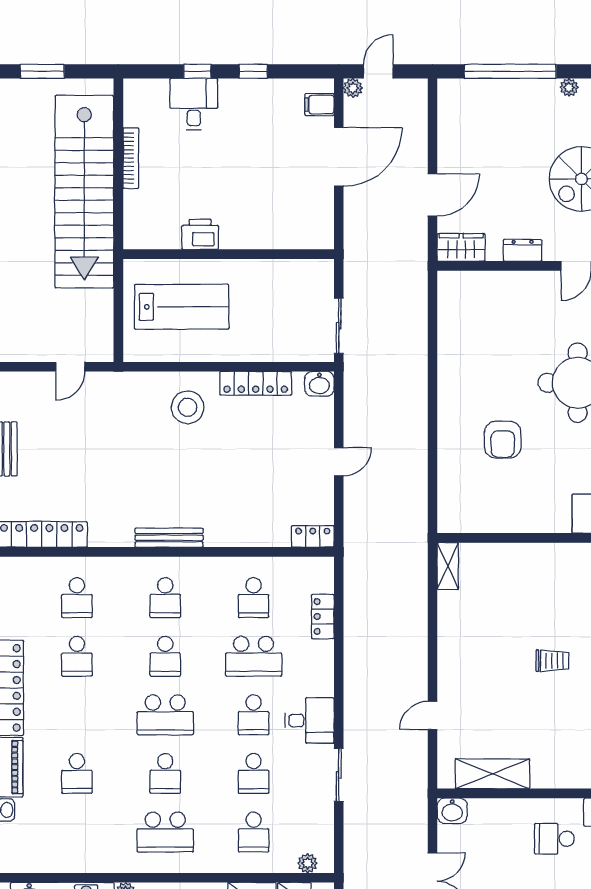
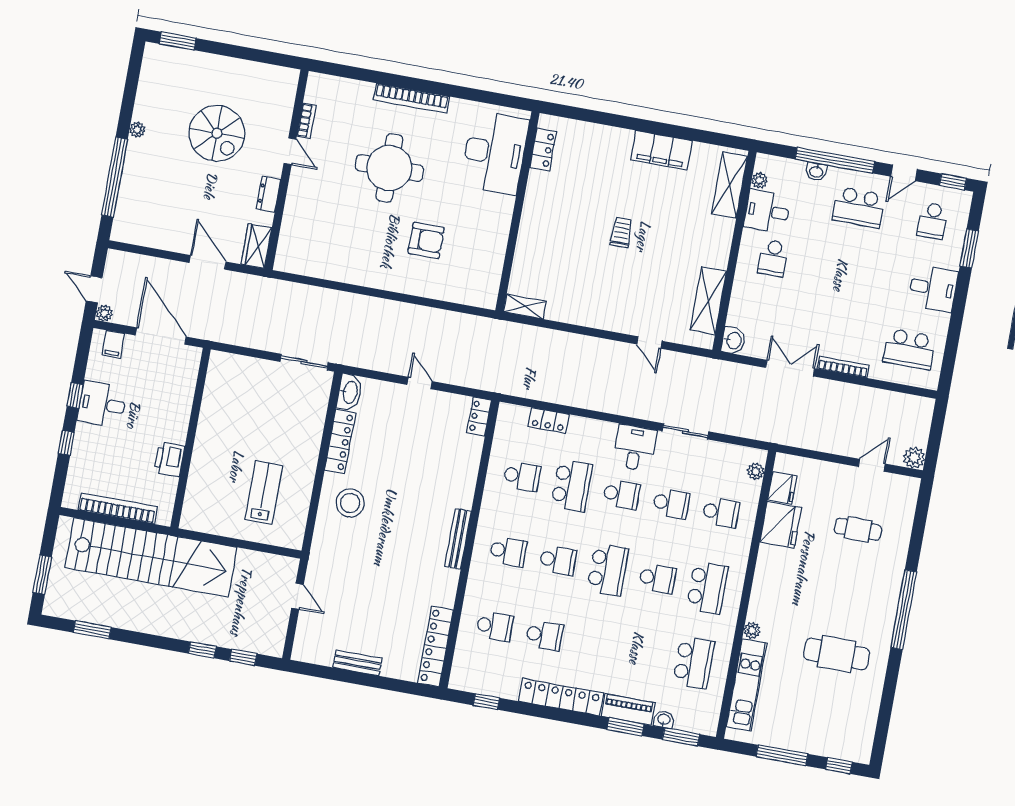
desk: (194, 104) -> (102, 404), moved
bookcase: (131, 158) -> (118, 508), width x1.48, depth x1.31
printer: (200, 234) -> (169, 459), moved
wall: (229, 254) -> (191, 438), moved
lab bench: (182, 307) -> (264, 492), width x0.73, depth x0.72
washbasin: (319, 384) -> (350, 392), width x1.38
school desk: (77, 773) -> (694, 662), moved, width x1.85

